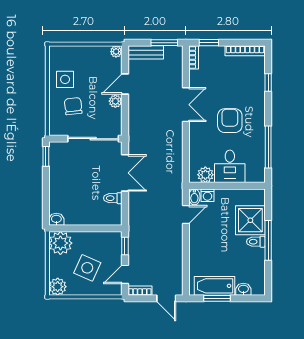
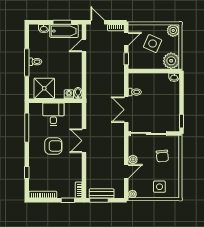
bench: (146, 52) -> (102, 193), moved
side table: (65, 79) -> (159, 187), moved
double door: (186, 105) -> (84, 141), moved
armchair: (230, 121) -> (53, 146), turned -90
plant: (205, 175) -> (70, 108), removed
door: (186, 215) -> (84, 45), moved
shower: (250, 220) -> (44, 88), moved

